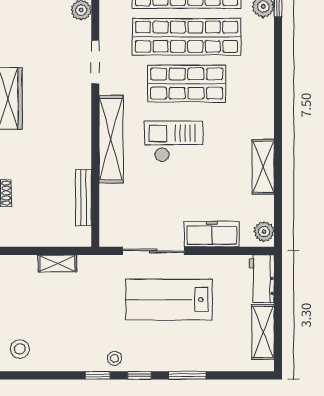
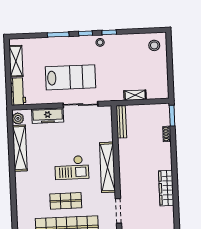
shop shelf: (187, 84) -> (66, 201), width x0.70, depth x0.74
shelving: (263, 167) -> (20, 148), width x1.47
bench: (83, 197) -> (121, 122), moved

